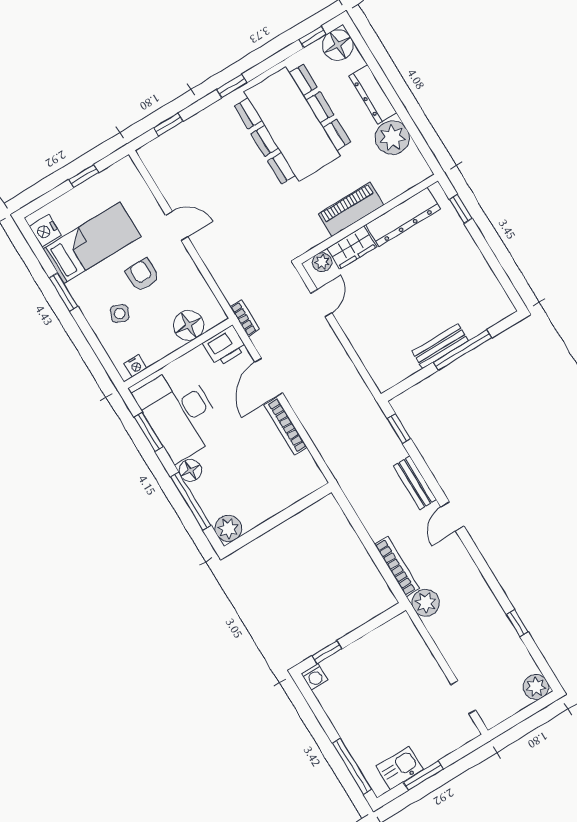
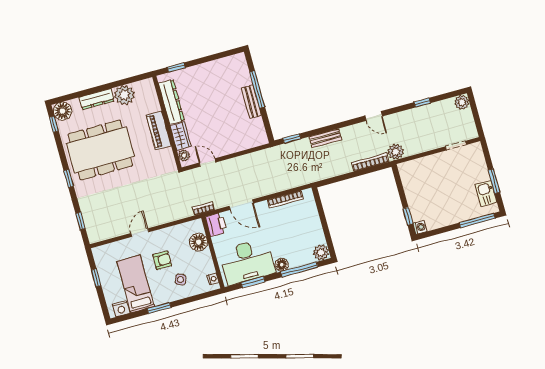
armchair: (143, 275) -> (162, 260), turned 180
bookcase: (286, 426) -> (285, 199), moved
door: (452, 516) -> (373, 116), moved

